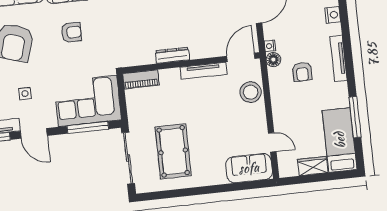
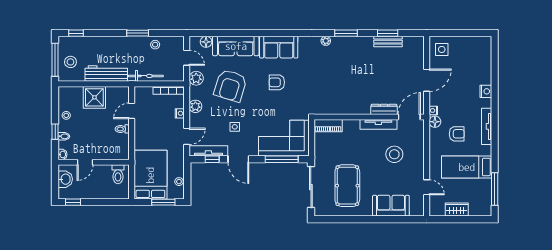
armchair: (71, 32) -> (277, 82), turned 180
dresser: (172, 55) -> (384, 109), moved
armchair: (302, 72) -> (457, 134), turned -90
stool: (251, 92) -> (394, 154), moved
window: (355, 117) -> (495, 189), moved
bed: (340, 140) -> (467, 167), moved, turned -90
sofa: (249, 168) -> (391, 206), moved

